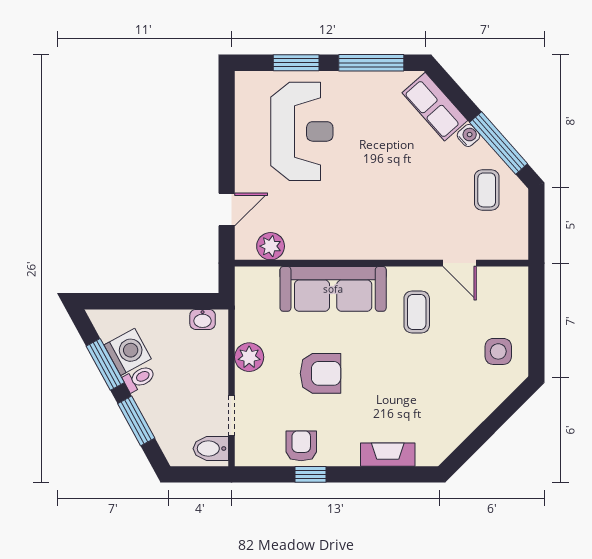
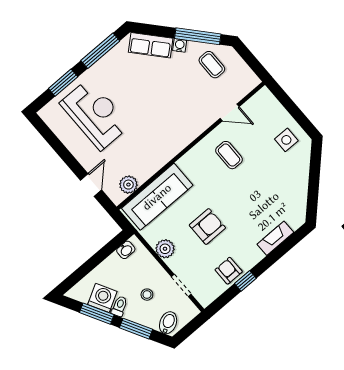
sofa: (333, 289) -> (157, 197), moved
stool: (183, 392) -> (147, 295), added
bidet: (211, 449) -> (168, 323), moved, turned 151

